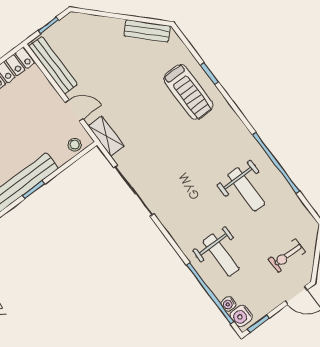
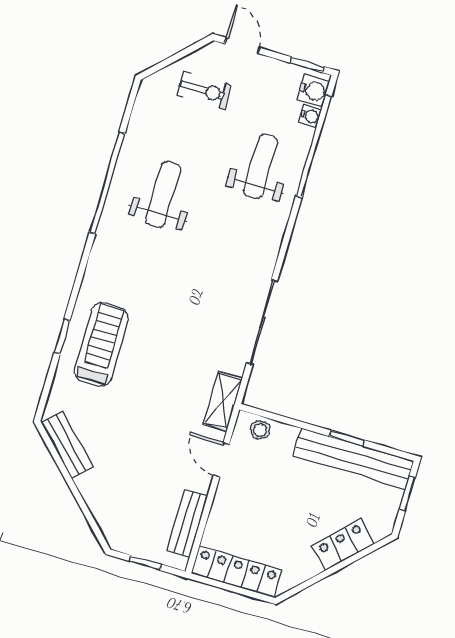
bench: (53, 65) -> (187, 523), width x0.73

